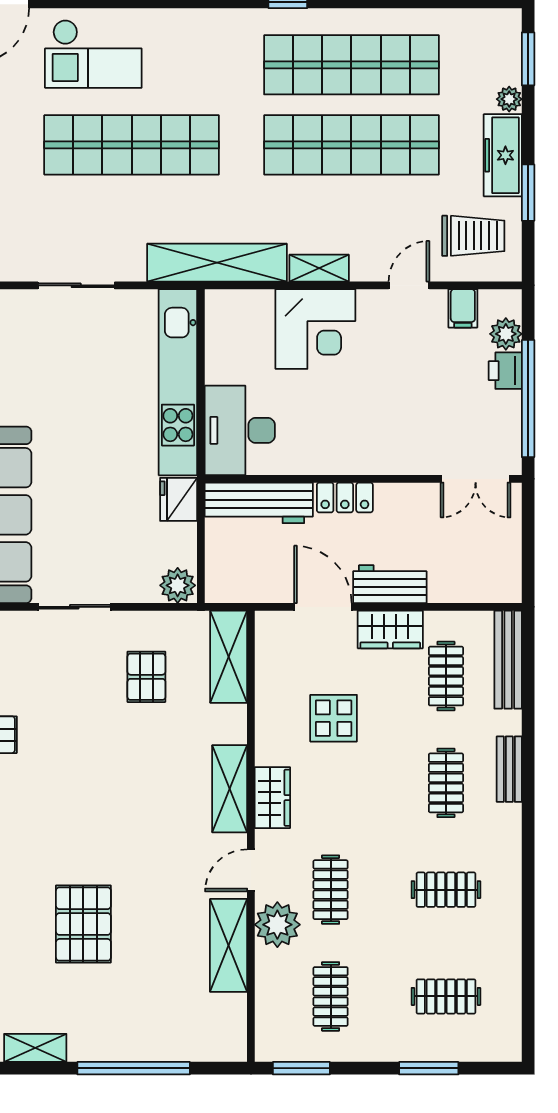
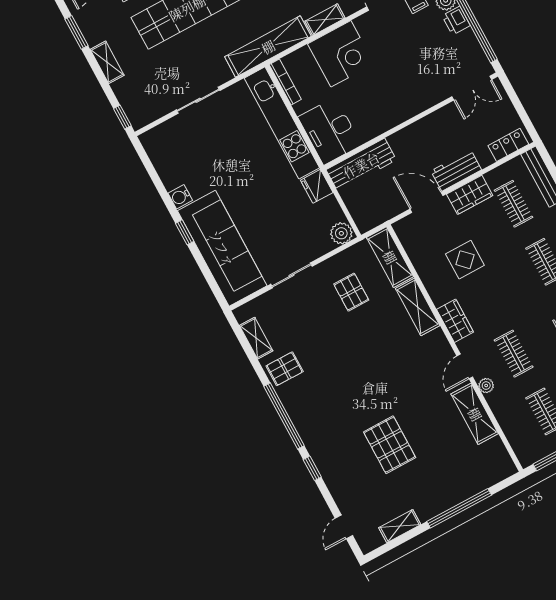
bookcase: (214, 326) -> (285, 82), added
locker: (345, 498) -> (508, 145), moved, turned 180
shelving: (230, 789) -> (418, 307), moved
plant: (277, 925) -> (486, 386), width x0.53, depth x0.53

